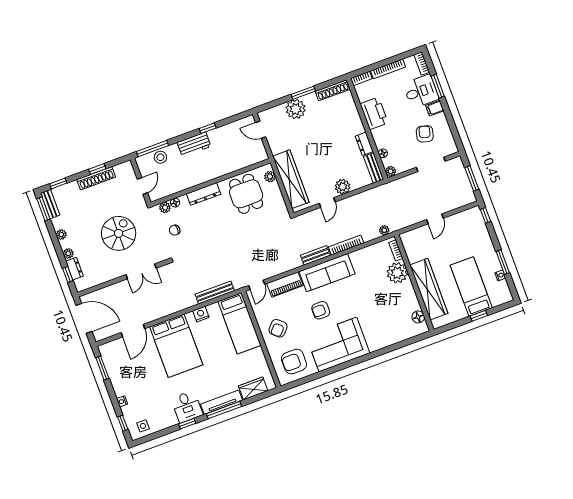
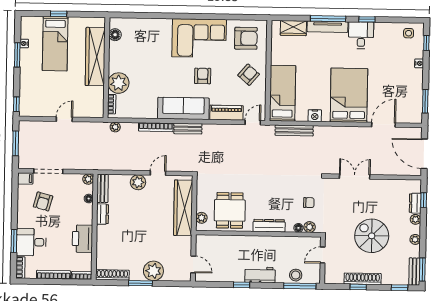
filing cabinet: (435, 108) -> (25, 178), moved
spiral stairs: (119, 233) -> (372, 236), moved, turned 90
armchair: (321, 310) -> (203, 76), turned -90

